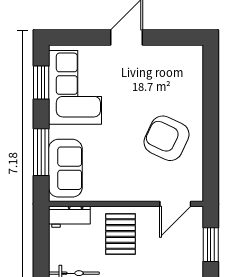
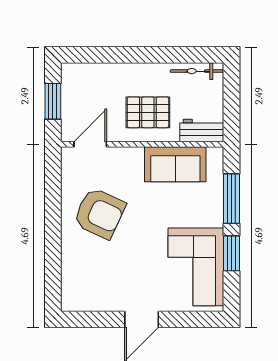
window: (41, 82) -> (232, 253), moved
sofa: (65, 168) -> (175, 164), moved, turned -90
pallet: (121, 234) -> (148, 112), turned 90

